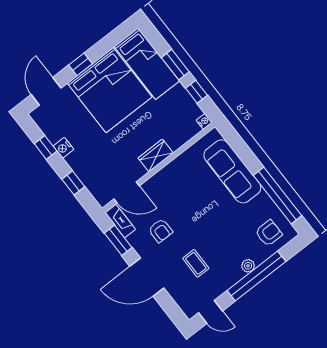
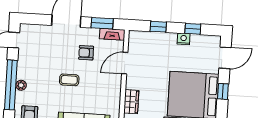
door: (46, 91) -> (225, 58), hinge flipped
wardrobe: (156, 155) -> (131, 102), moved
door: (127, 192) -> (125, 63), moved
coffee table: (196, 263) -> (69, 80), moved

